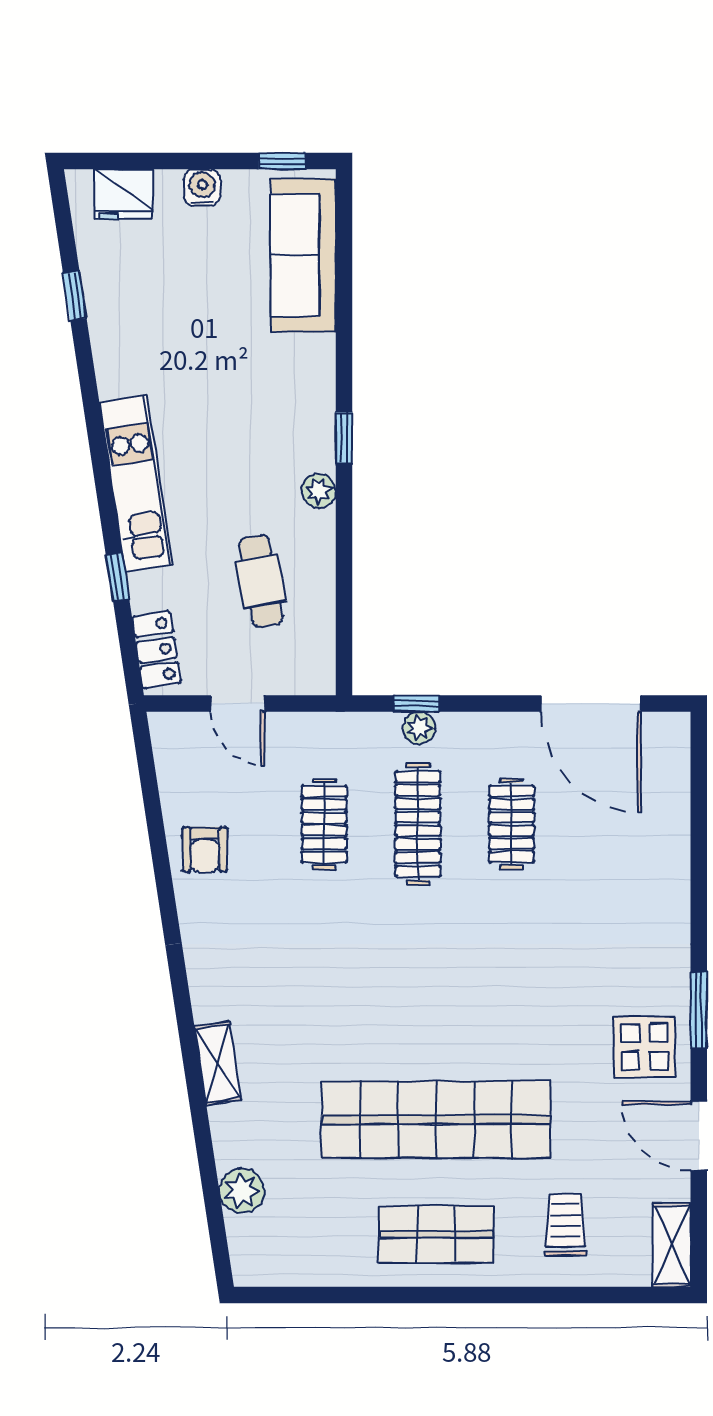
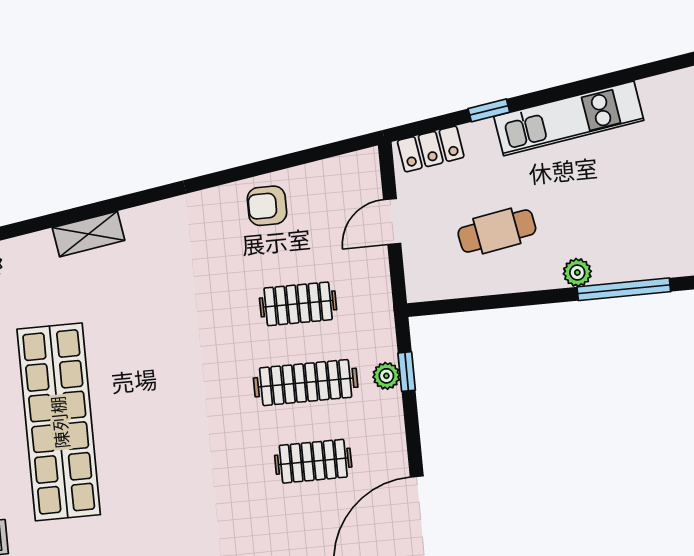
window: (344, 438) -> (624, 289), width x2.17

